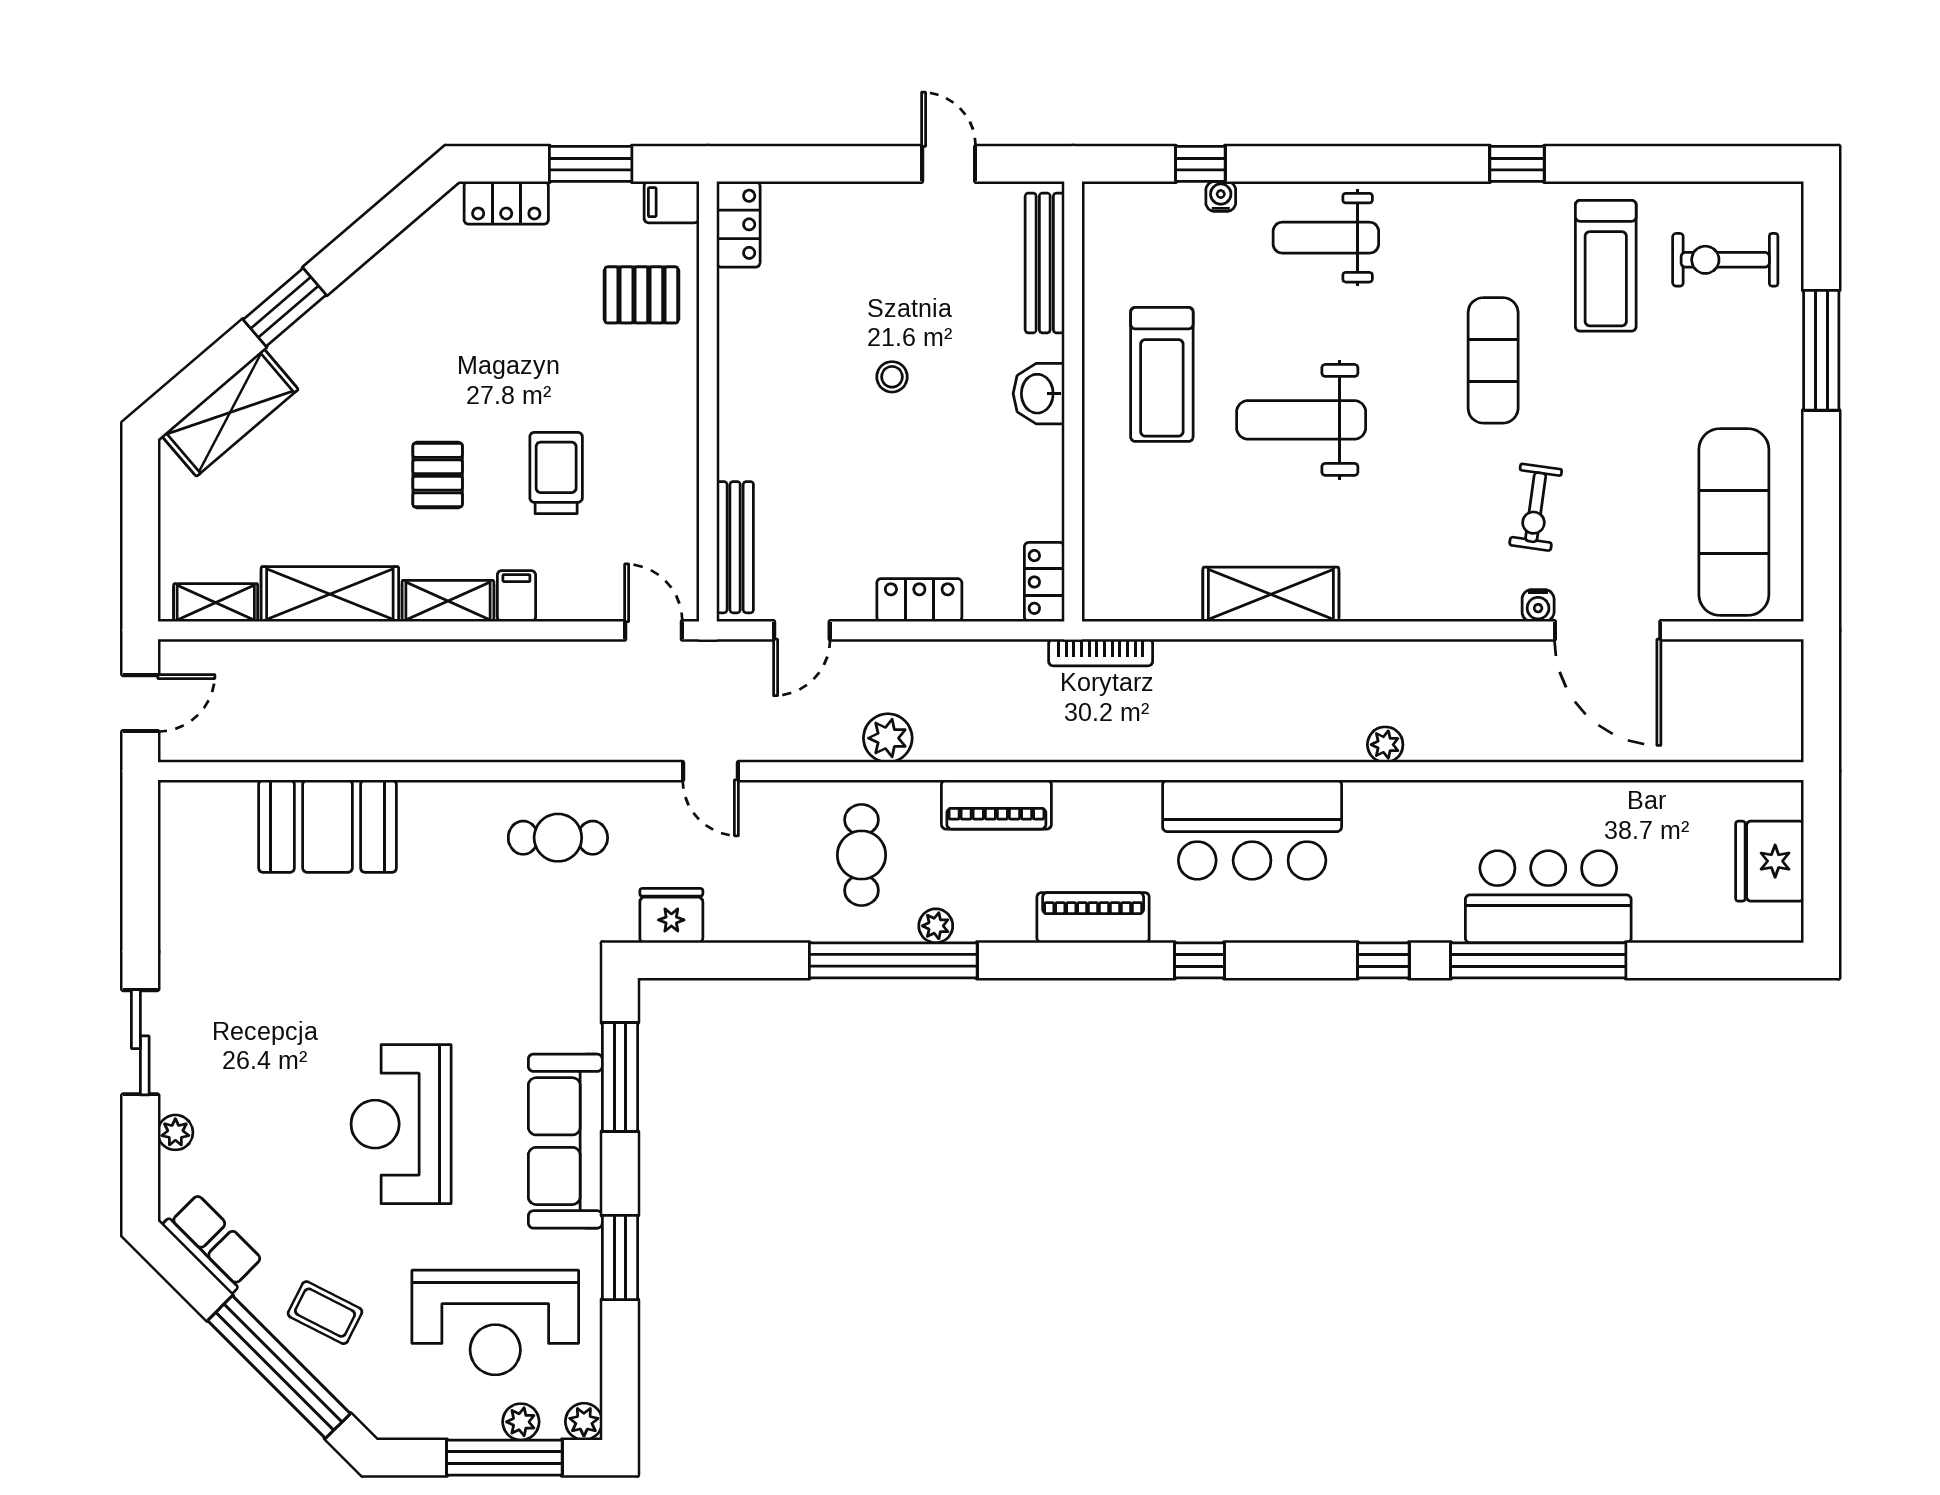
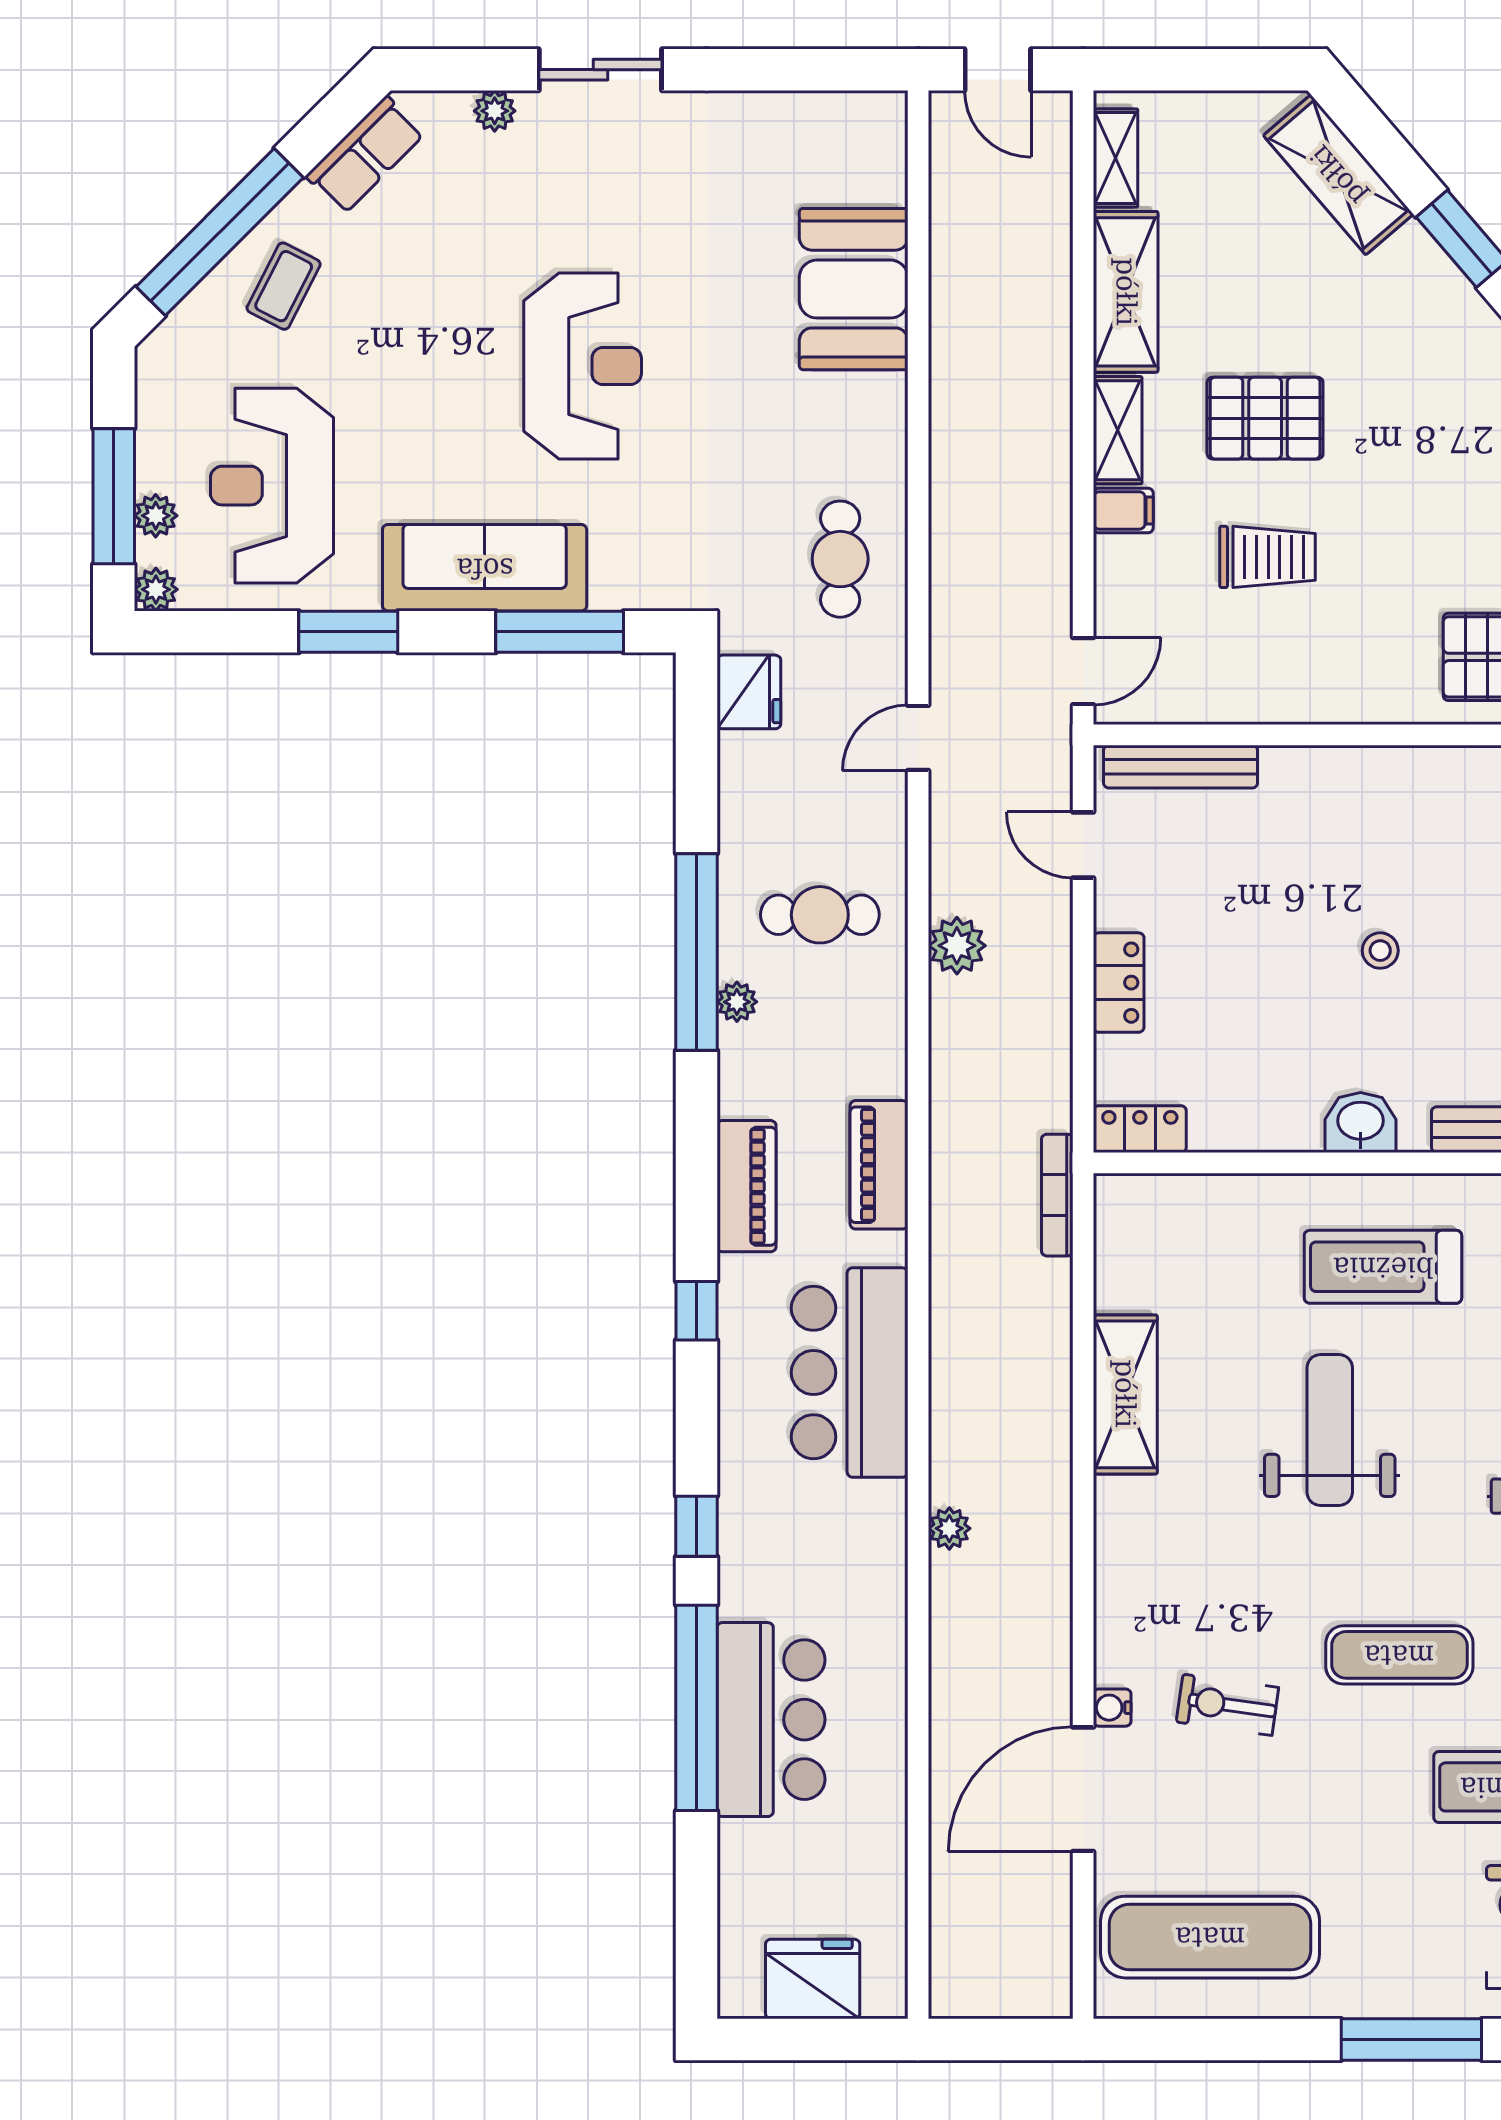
pallet: (438, 475) -> (1265, 418), width x1.50, depth x1.42
piano: (996, 805) -> (879, 1165), moved
reception desk: (401, 1124) -> (583, 366), moved, turned 90

